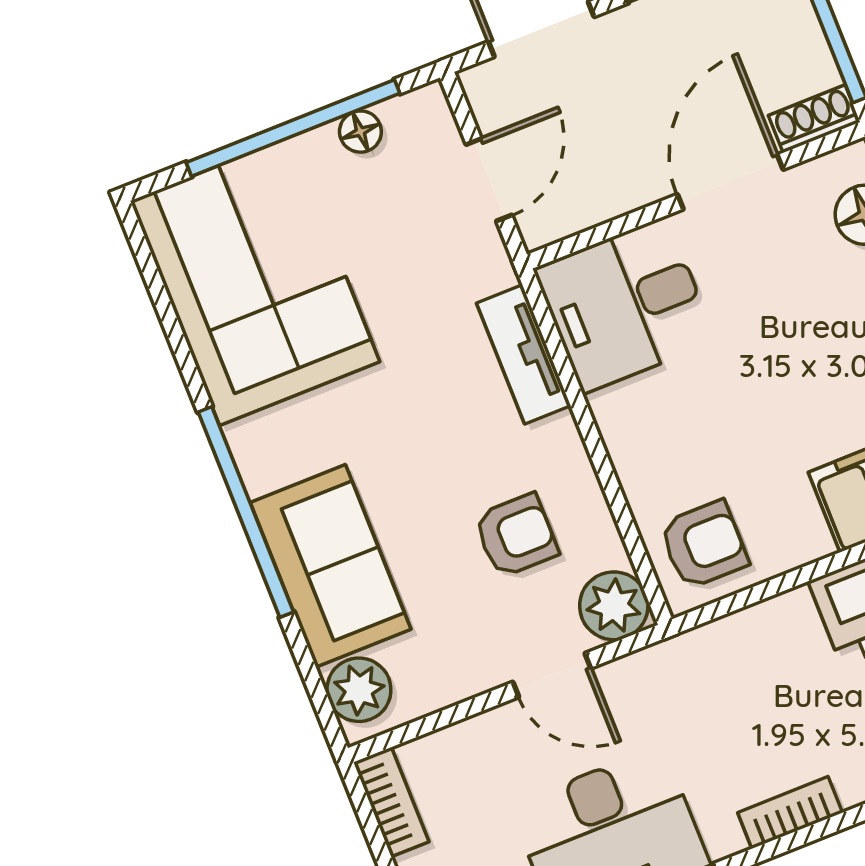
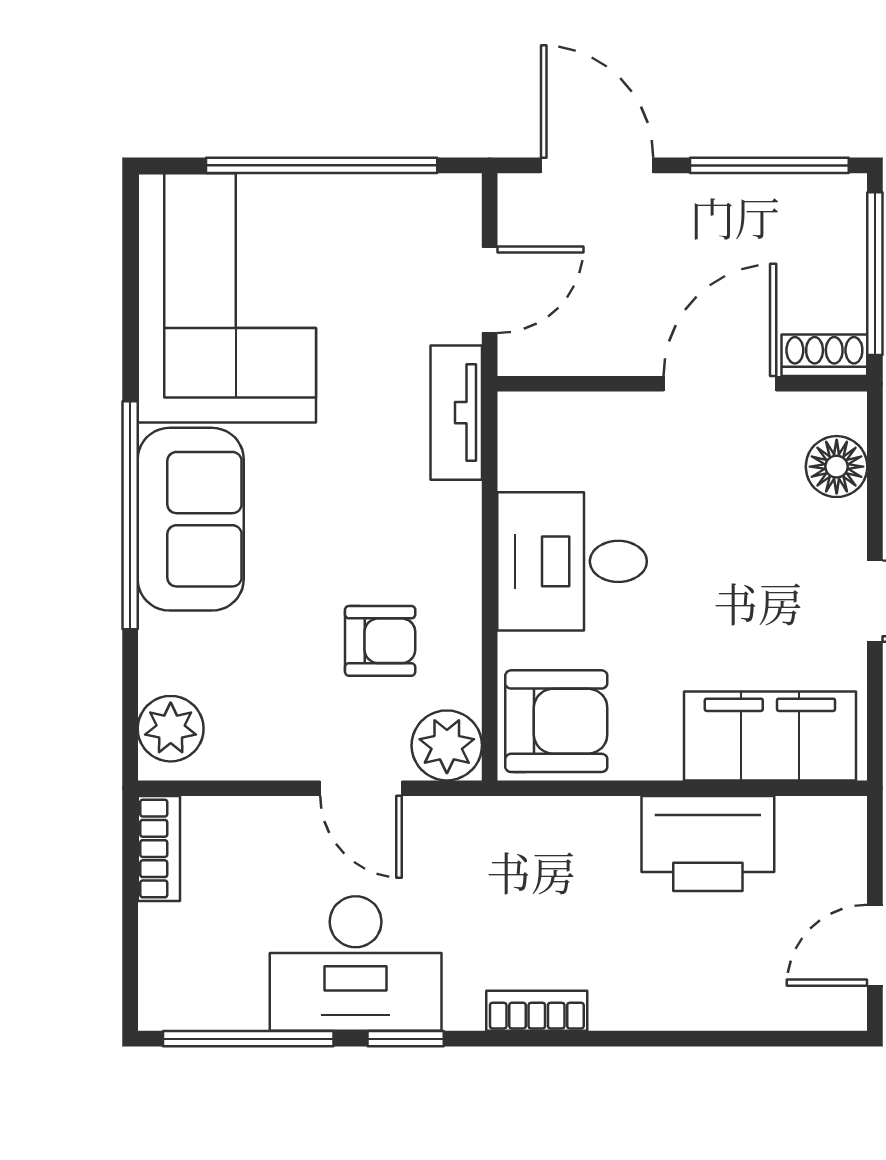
floor lamp: (360, 132) -> (385, 195), removed
desk: (625, 306) -> (572, 561), moved
tv unit: (524, 354) -> (456, 413), moved
armchair: (704, 545) -> (556, 721), width x1.38, depth x1.38
sofa: (331, 566) -> (191, 519), moved

